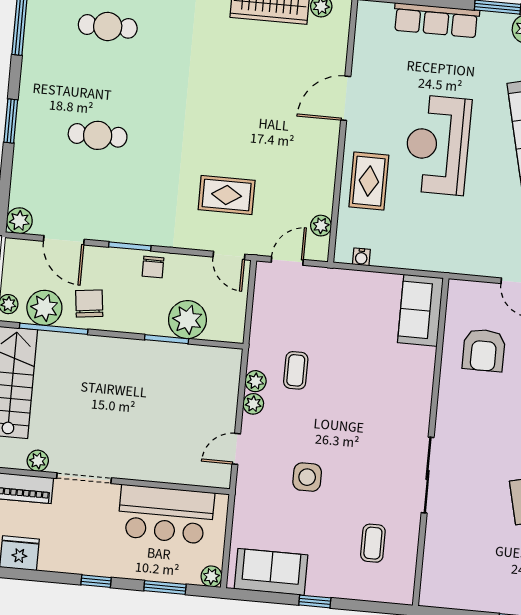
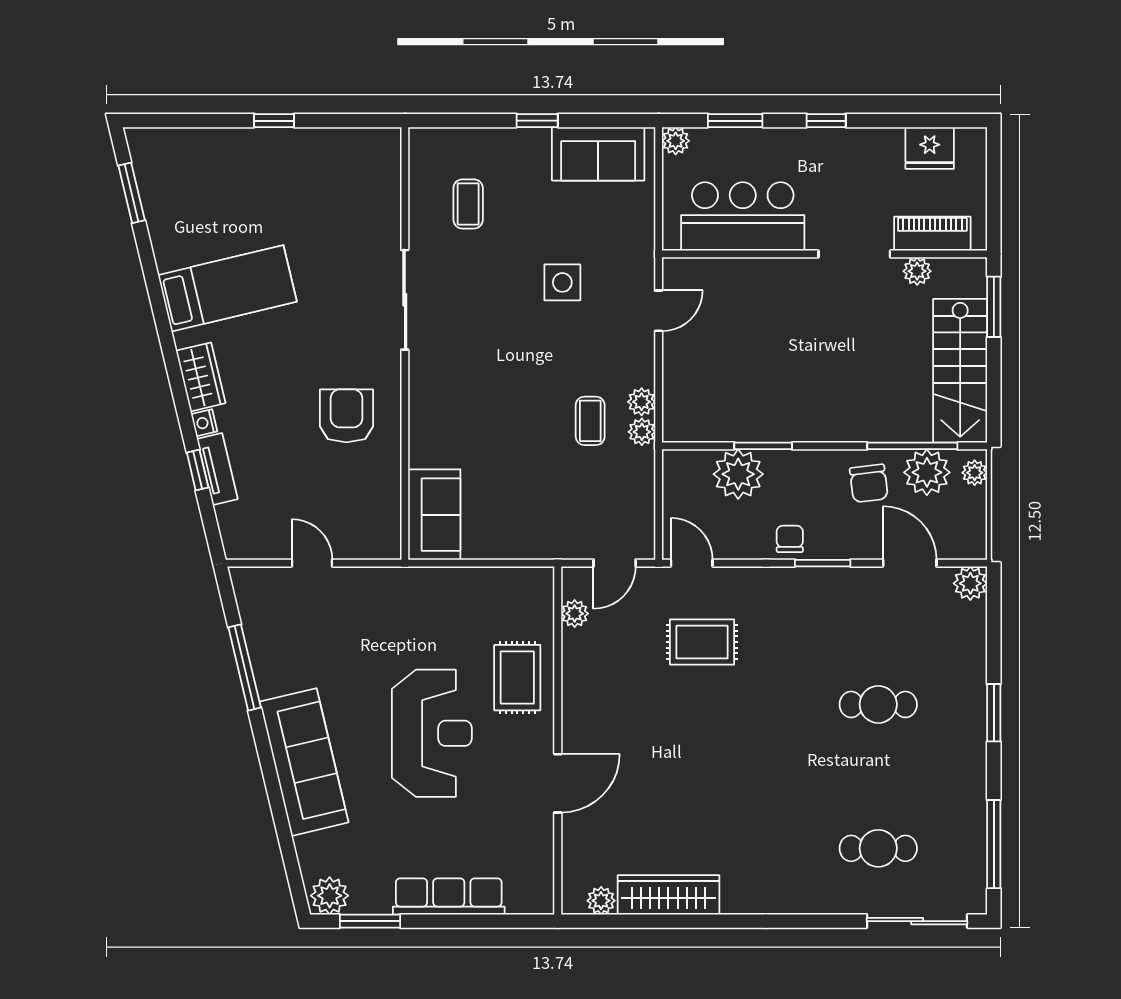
water cooler: (361, 257) -> (518, 577), removed
armchair: (484, 350) -> (346, 416), moved
plant: (253, 404) -> (642, 432), moved

